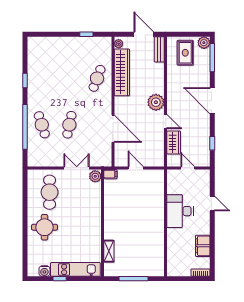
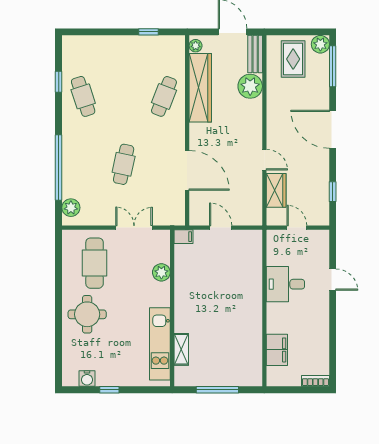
window: (25, 80) -> (59, 82), moved
plant: (156, 102) -> (250, 86), moved
cafe table: (42, 125) -> (83, 96), moved
plant: (33, 154) -> (71, 208), added
plant: (95, 176) -> (161, 272), moved
desk: (180, 211) -> (285, 284), width x0.73
filing cabinet: (203, 246) -> (277, 350), moved, turned 180
kitchen unit: (75, 269) -> (160, 344), moved, turned -90

